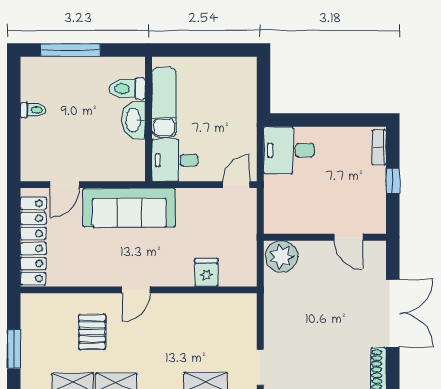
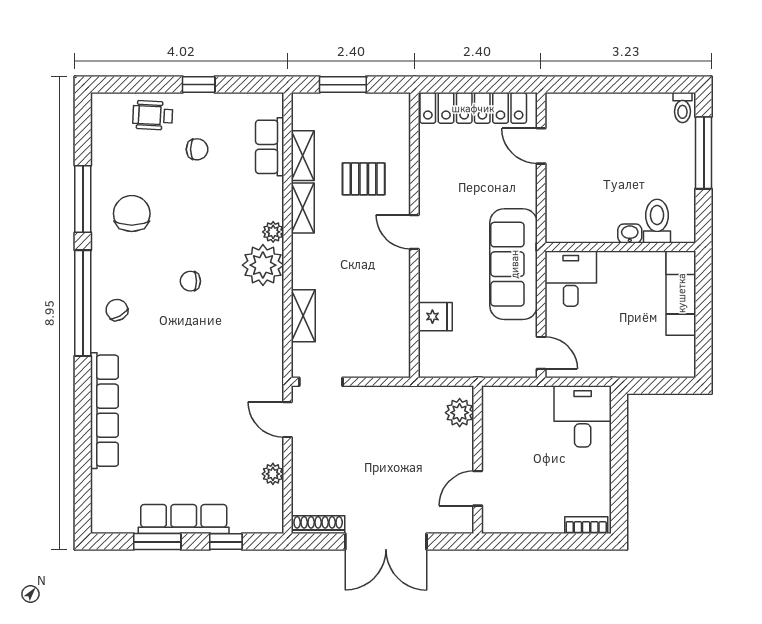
exam couch: (164, 102) -> (681, 293), moved, turned 90
toilet: (33, 110) -> (682, 108), moved
washbasin: (134, 120) -> (630, 234), width x0.52, depth x0.69
window: (393, 180) -> (546, 542), removed
sofa: (129, 208) -> (514, 264), moved
plant: (282, 257) -> (460, 413), width x0.73, depth x0.73

